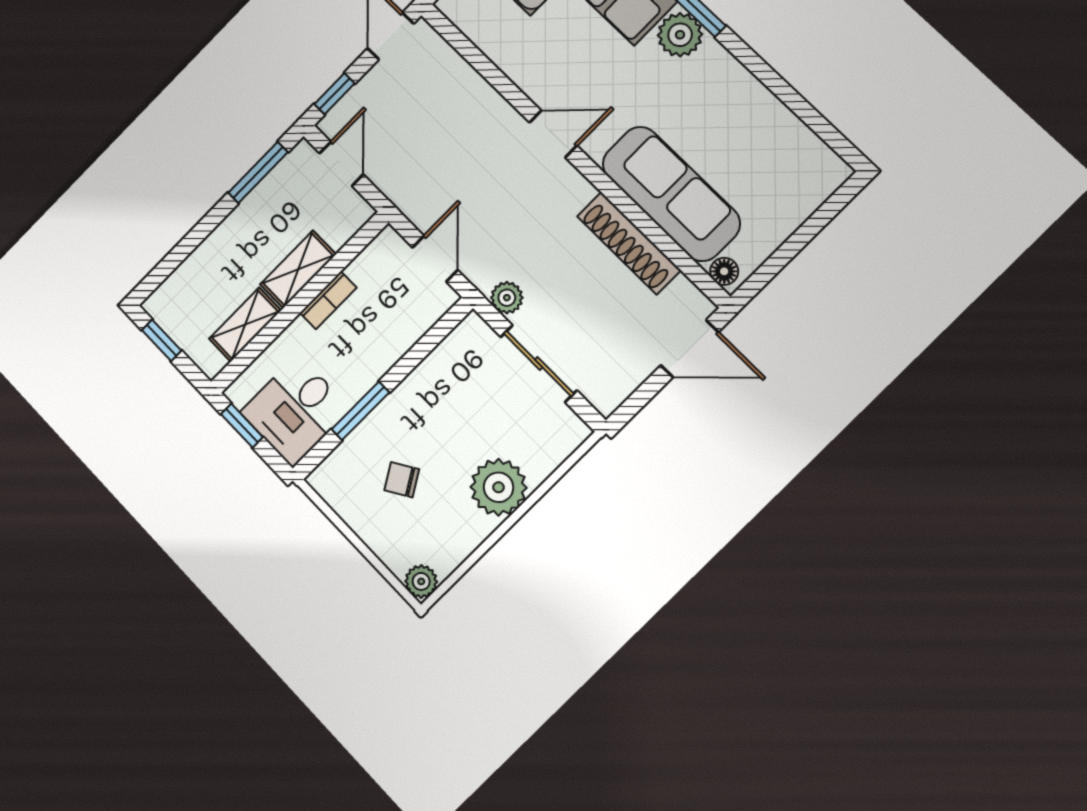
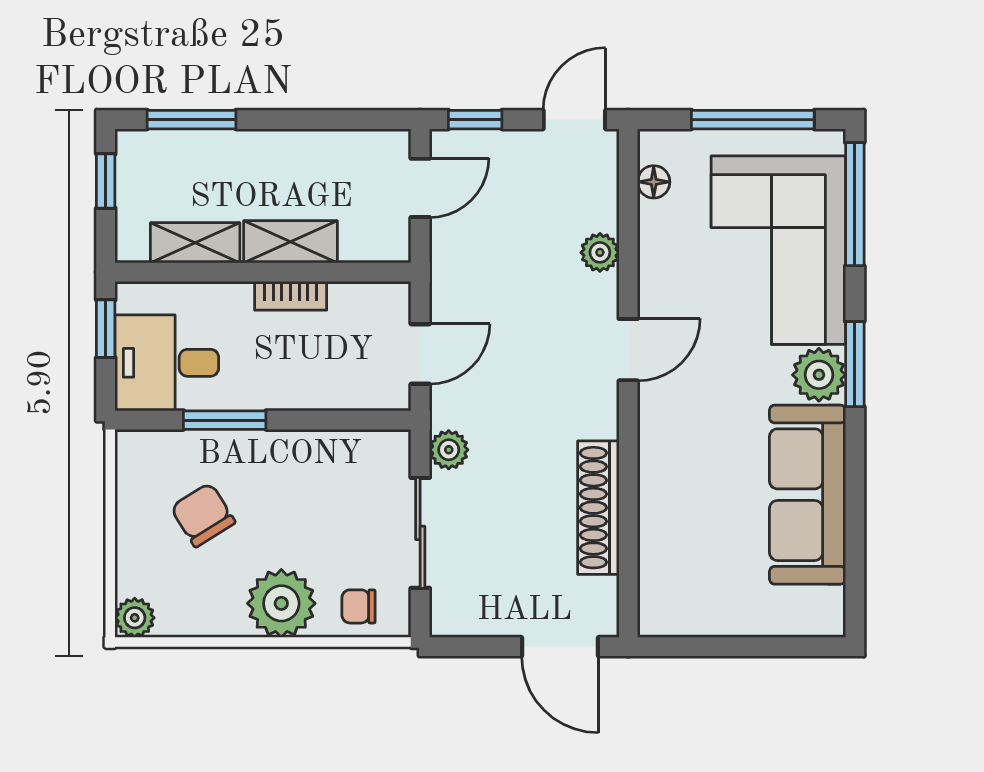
plant: (480, 95) -> (600, 252), added
door: (553, 134) -> (628, 350), hinge flipped
window: (258, 172) -> (191, 120), moved
sofa: (671, 194) -> (808, 495), moved, turned 180
floor lamp: (724, 271) -> (654, 182), moved
chair: (546, 444) -> (359, 606), added
chair: (402, 480) -> (203, 515), width x1.37, depth x1.37

